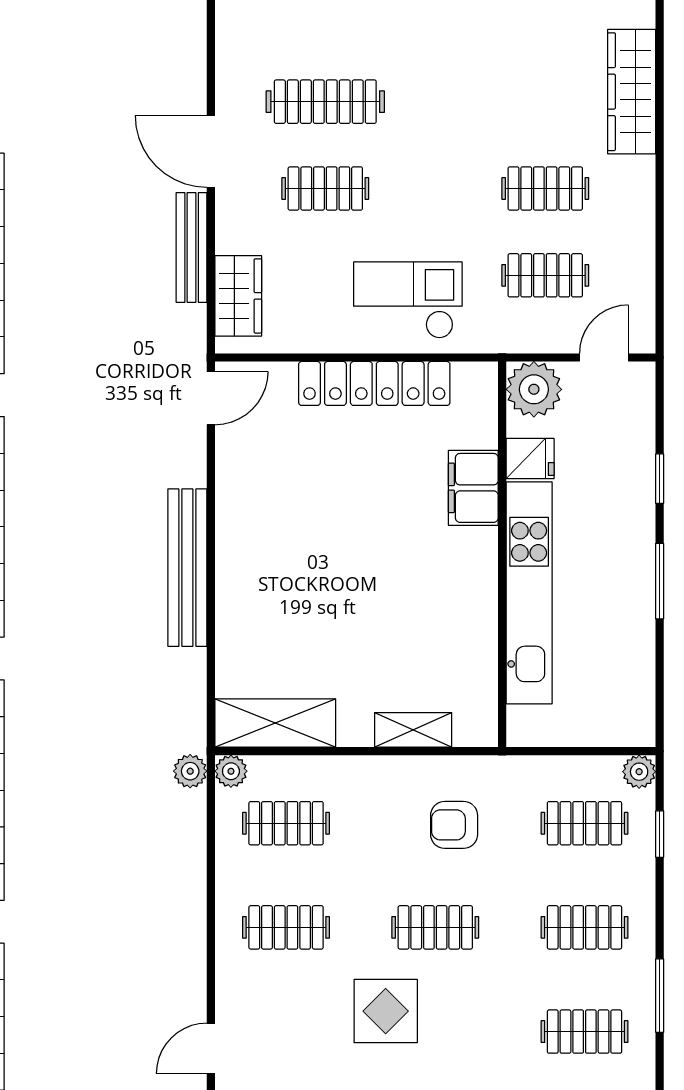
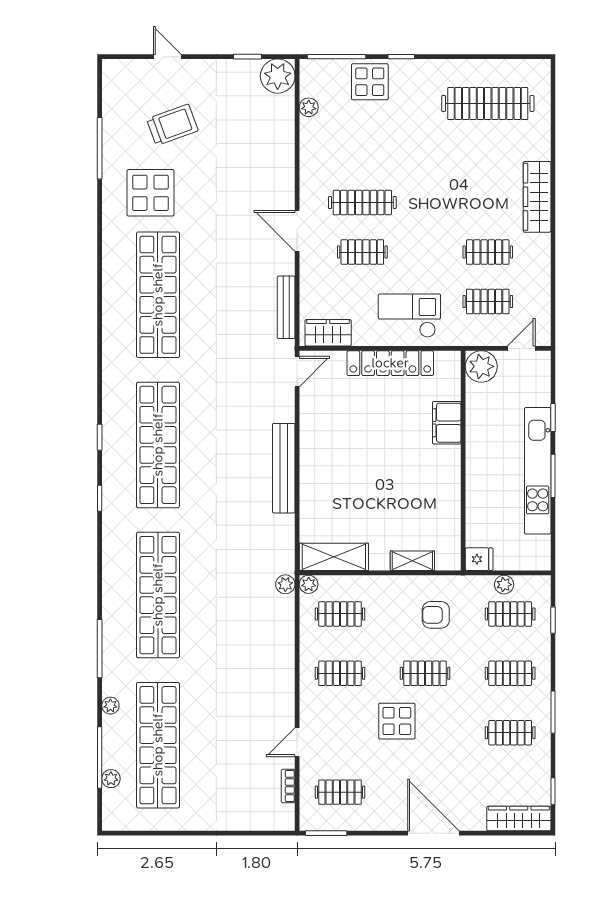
bench: (192, 248) -> (286, 307), moved
wardrobe: (238, 296) -> (328, 333), moved, turned -90
fridge: (530, 459) -> (479, 559), moved
kitchen unit: (529, 593) -> (538, 471), moved, turned 180
plant: (639, 772) -> (504, 585), moved

